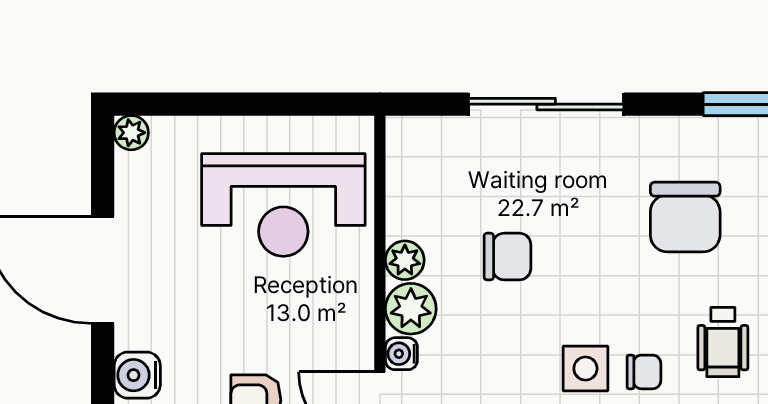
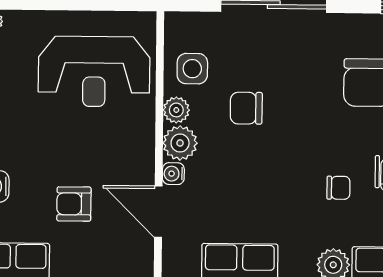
chair: (507, 257) -> (246, 108), turned 180
side table: (585, 369) -> (192, 69), moved

